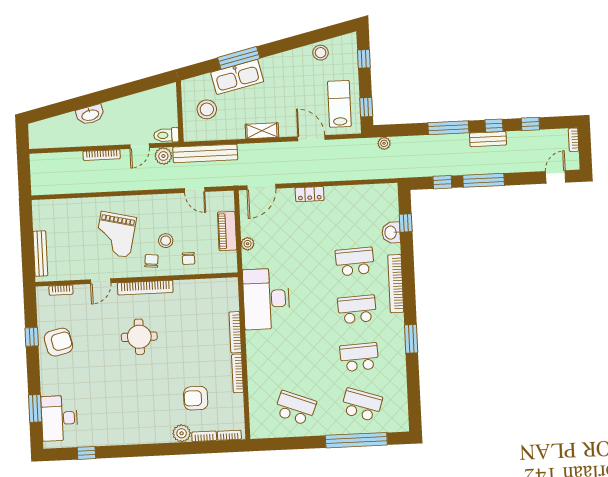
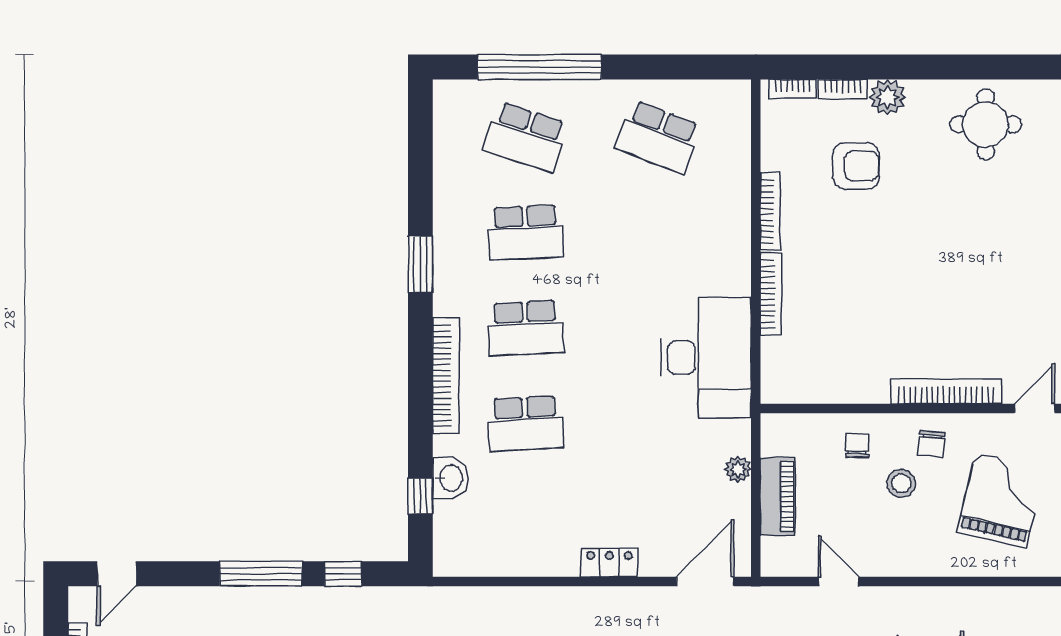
round table: (139, 337) -> (986, 124), moved

